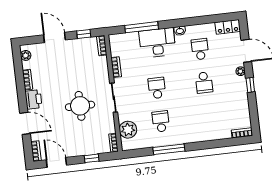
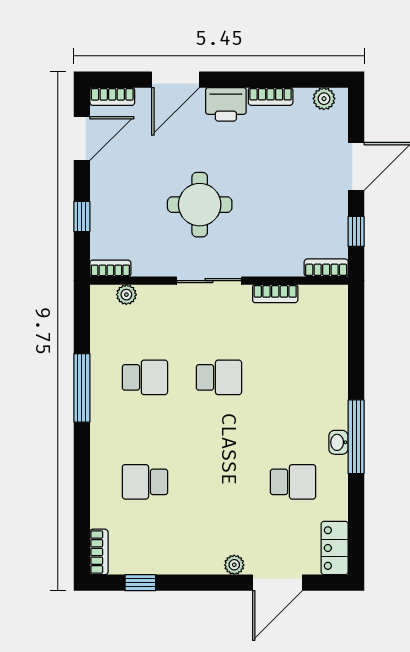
window: (142, 27) -> (356, 437), moved
desk: (157, 43) -> (318, 390), removed
school desk: (204, 82) -> (145, 482), moved
window: (250, 85) -> (140, 583), moved
plant: (128, 130) -> (126, 295), width x0.53, depth x0.53

